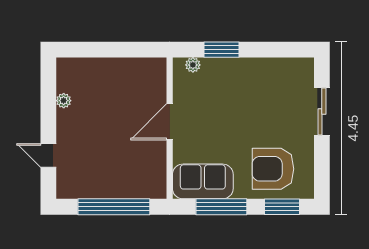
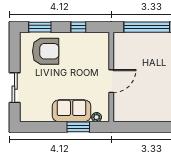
sofa: (203, 181) -> (72, 111), moved, turned 180
window: (221, 207) -> (78, 27), width x0.46

